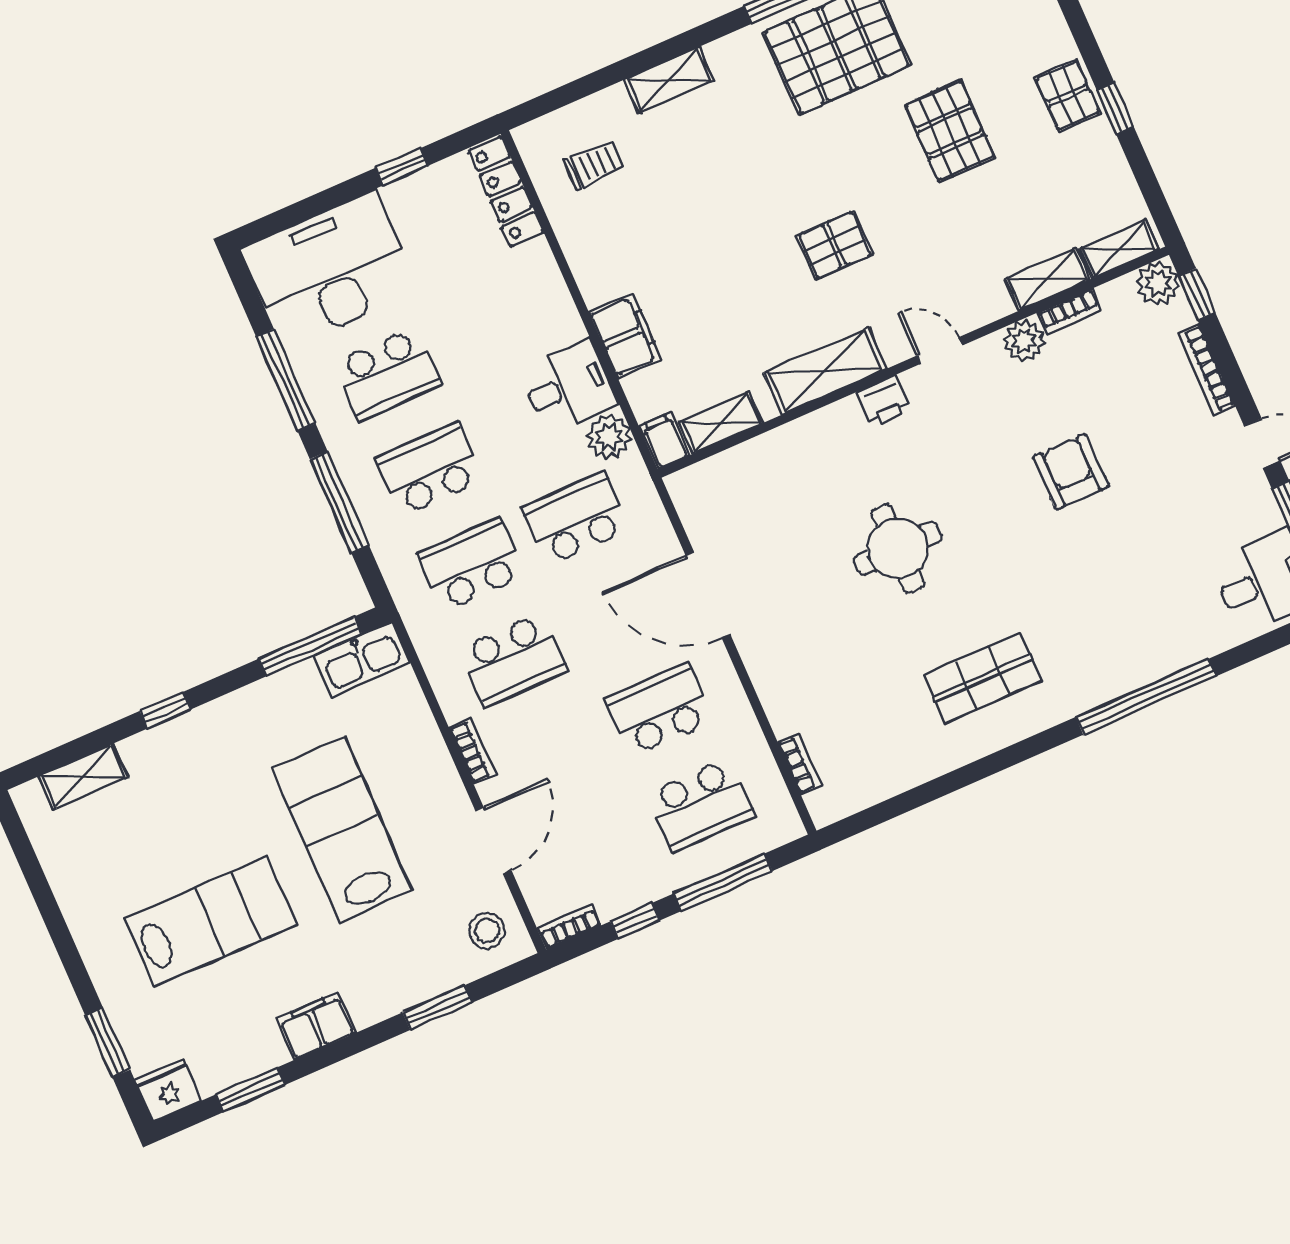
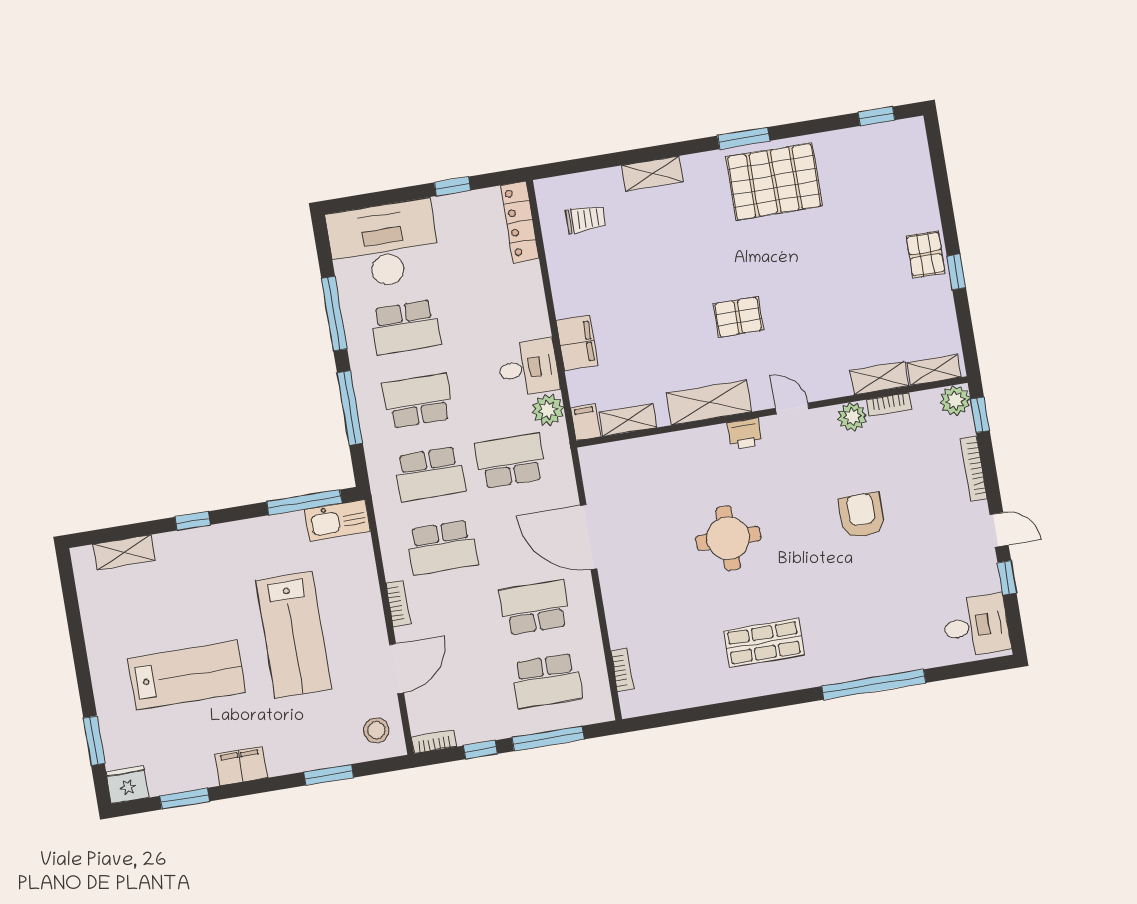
pallet: (950, 131) -> (838, 258), removed
school desk: (471, 565) -> (430, 474), turned 180
lab bench: (342, 830) -> (294, 635), turned 180

